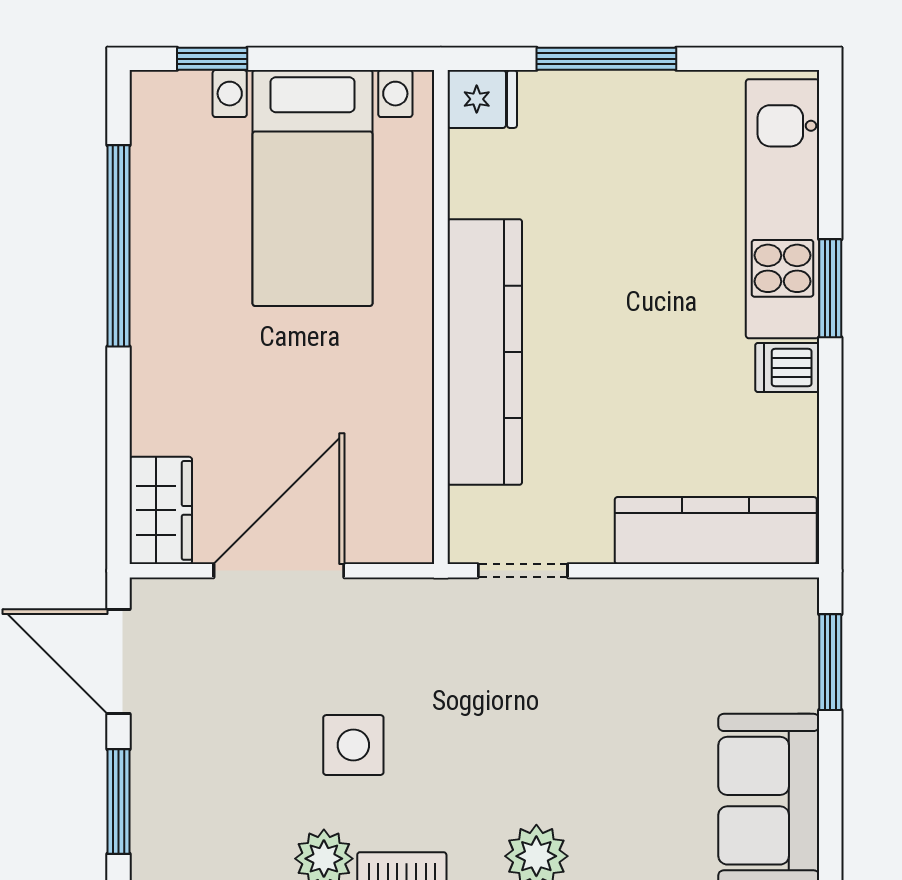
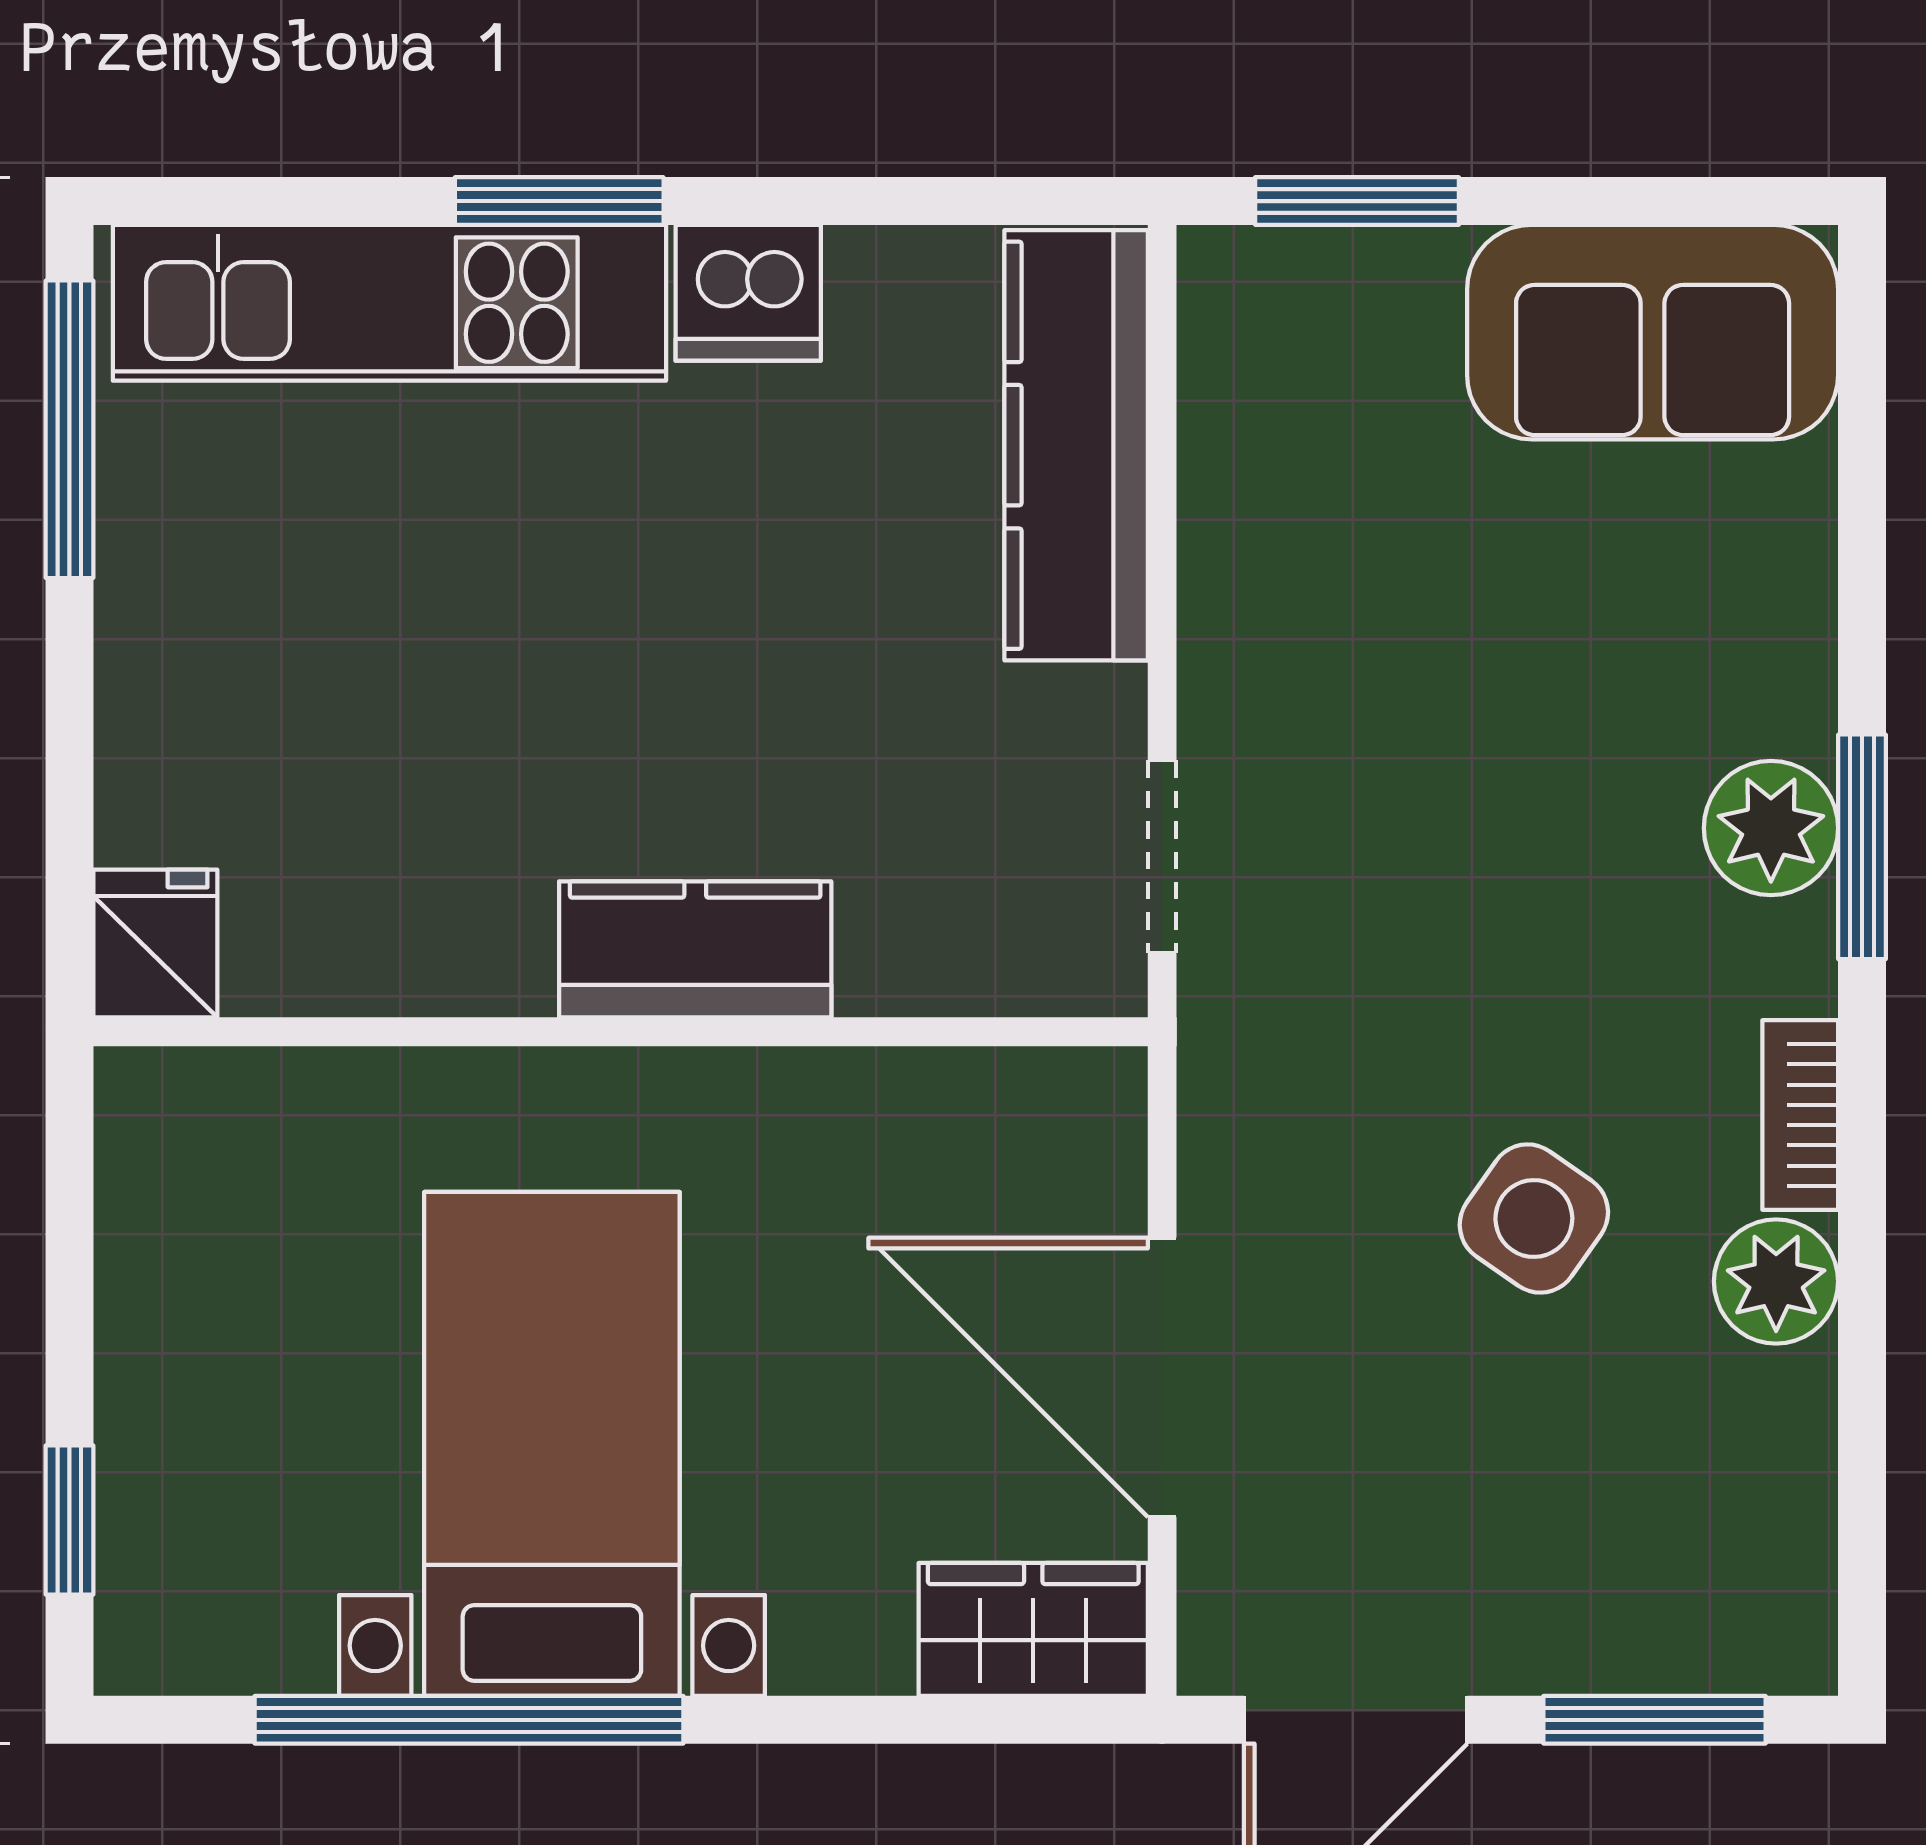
window: (606, 59) -> (69, 429), moved
bed with nightstands: (313, 188) -> (552, 1444), moved, turned -90
kitchen counter: (485, 352) -> (695, 949), width x0.48, depth x0.86
dishwasher: (787, 368) -> (748, 293), width x1.38
side table: (353, 745) -> (1534, 1218), turned 35

